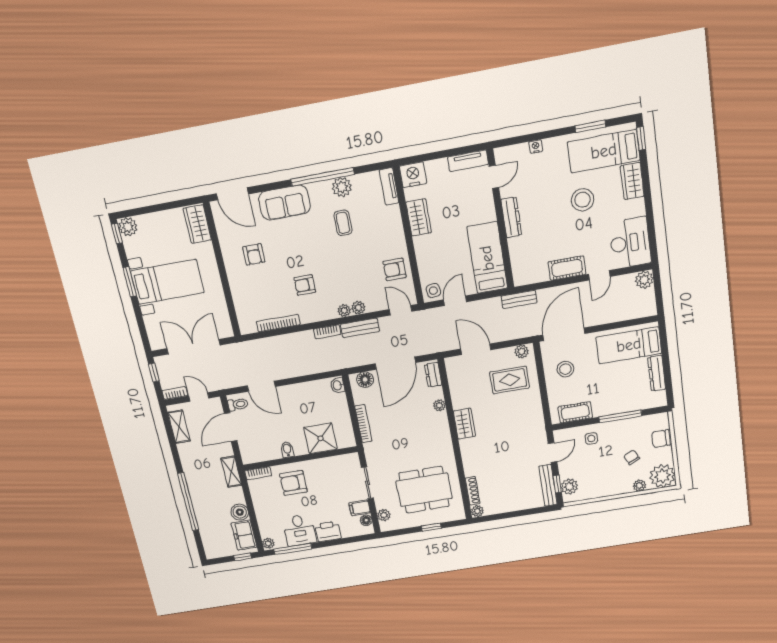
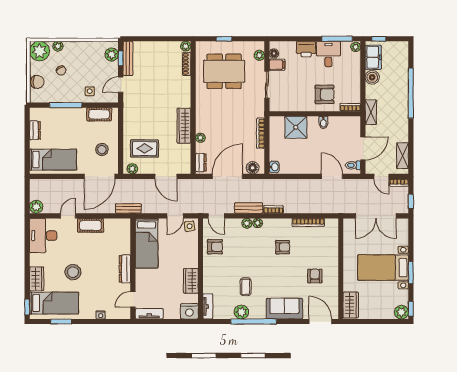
dresser: (657, 373) -> (35, 130), width x0.70
wardrobe: (464, 424) -> (184, 126), width x1.50

